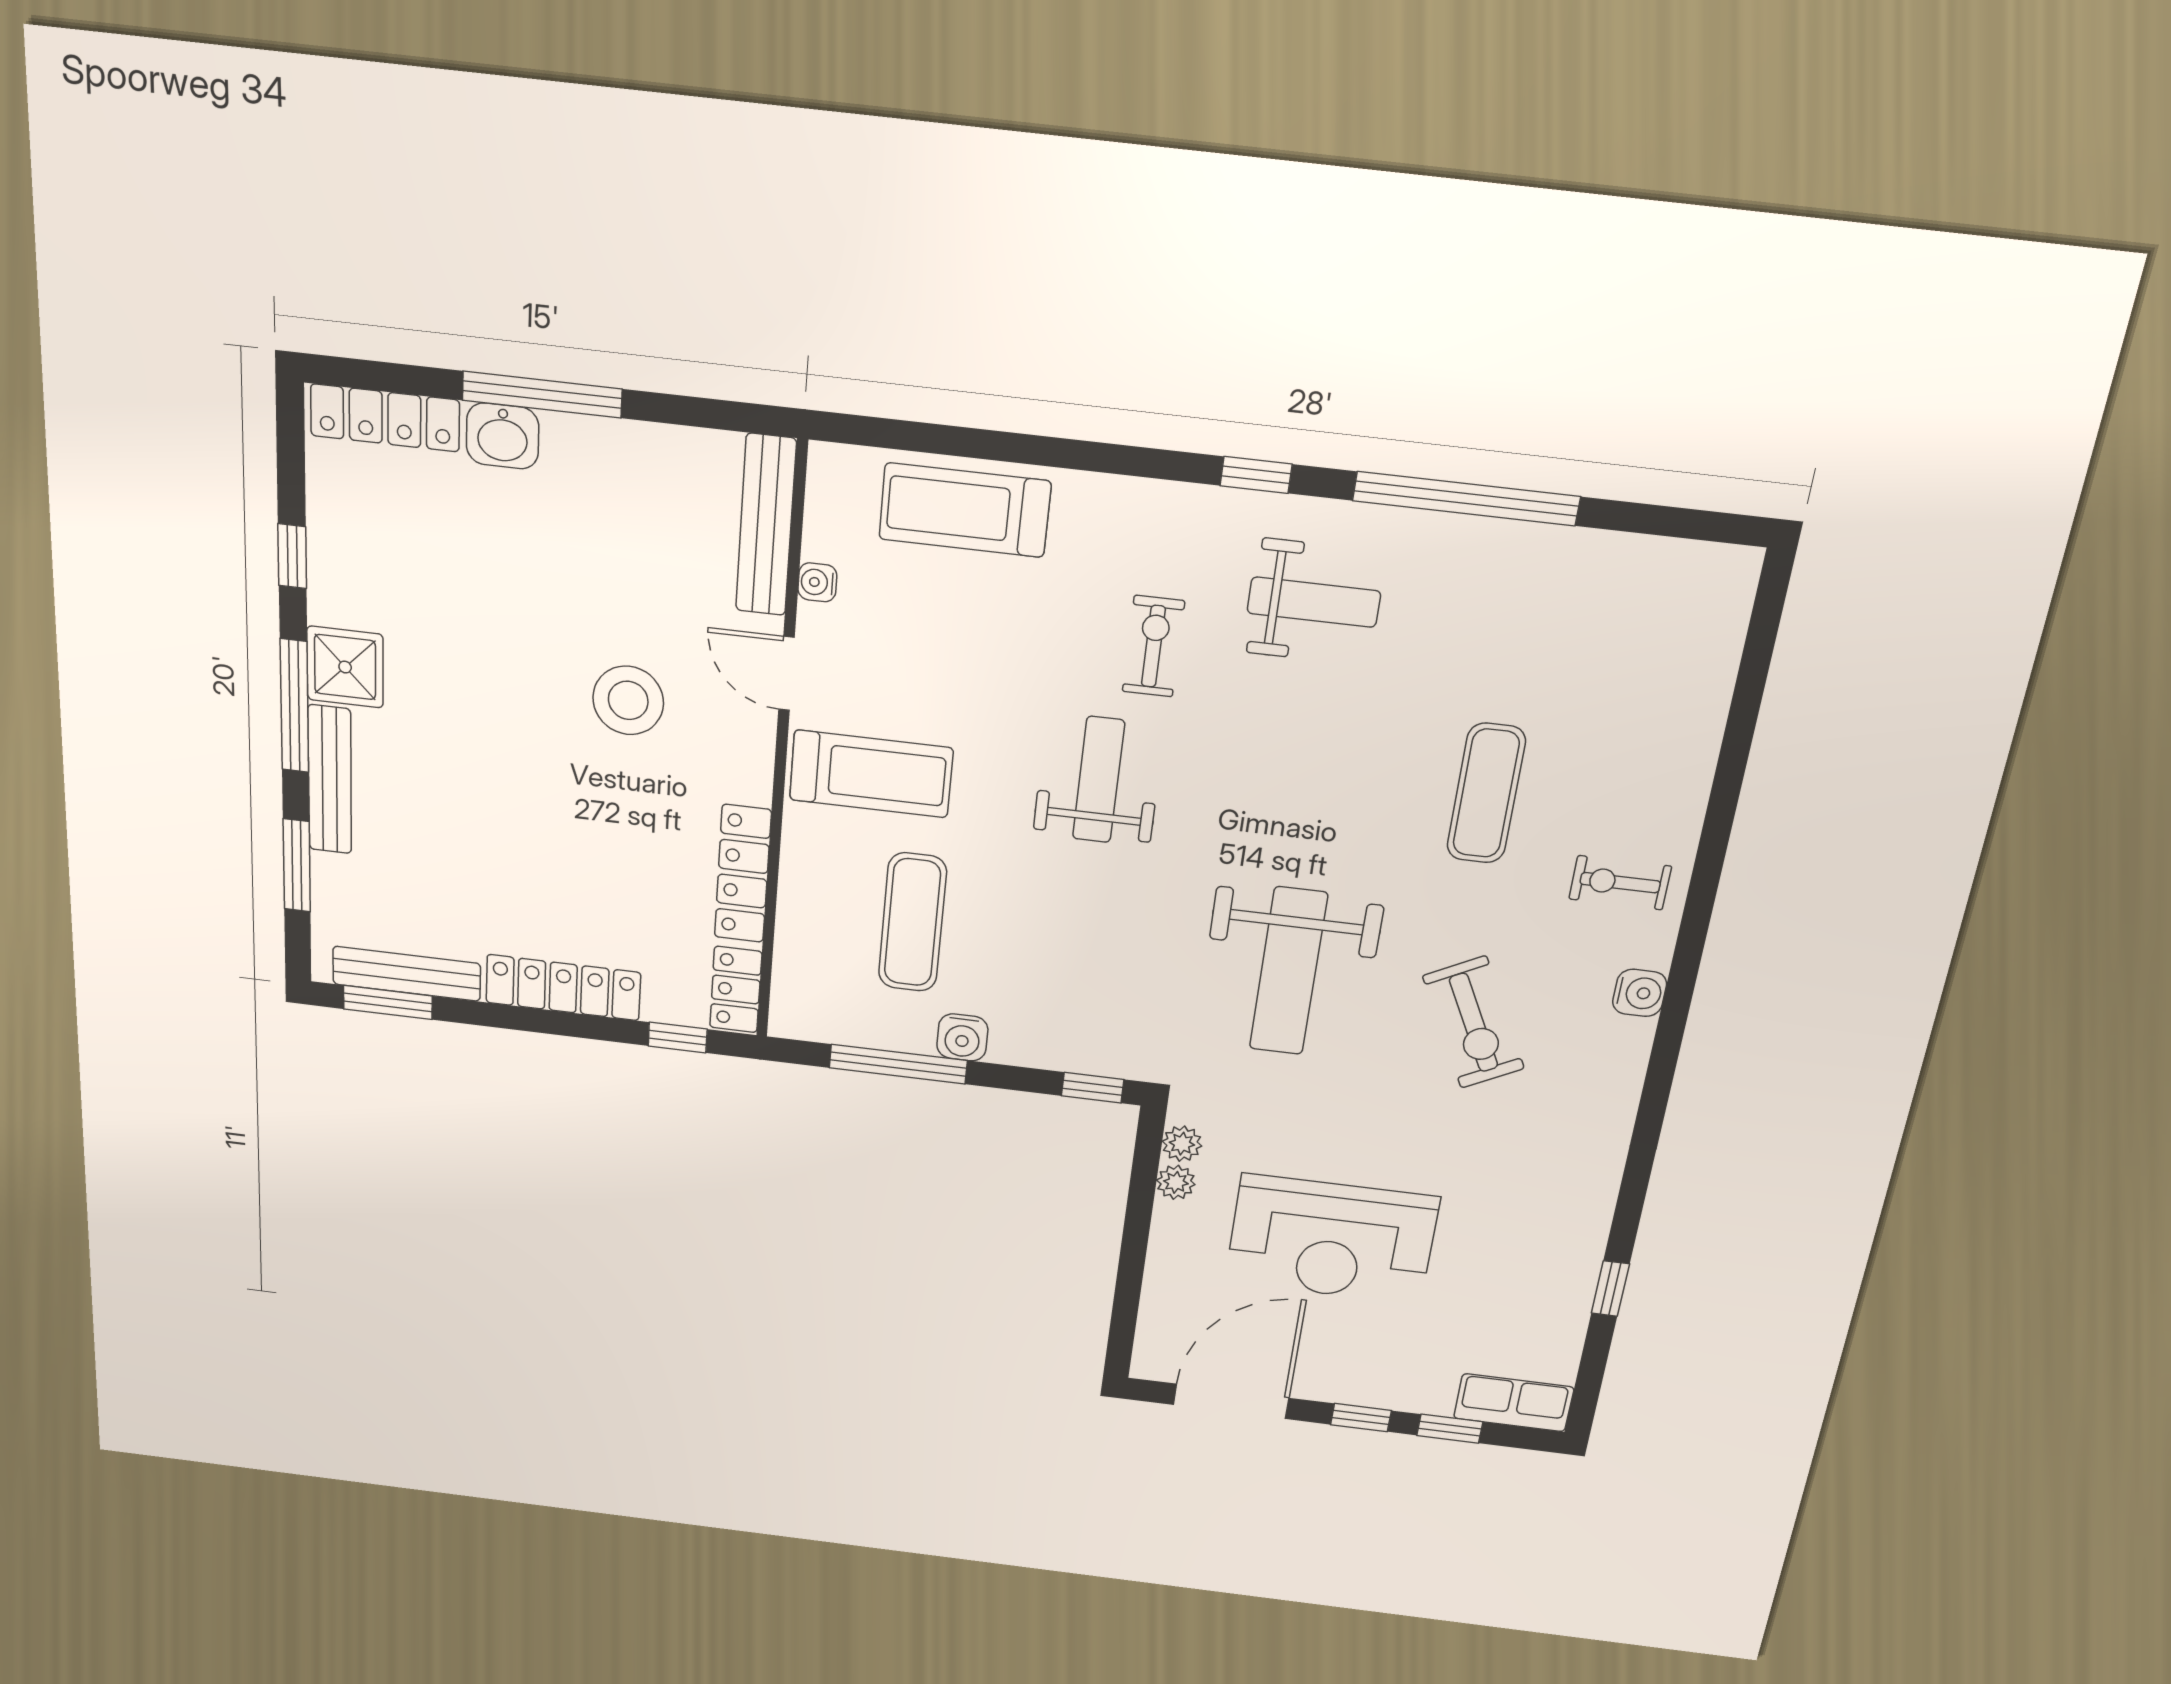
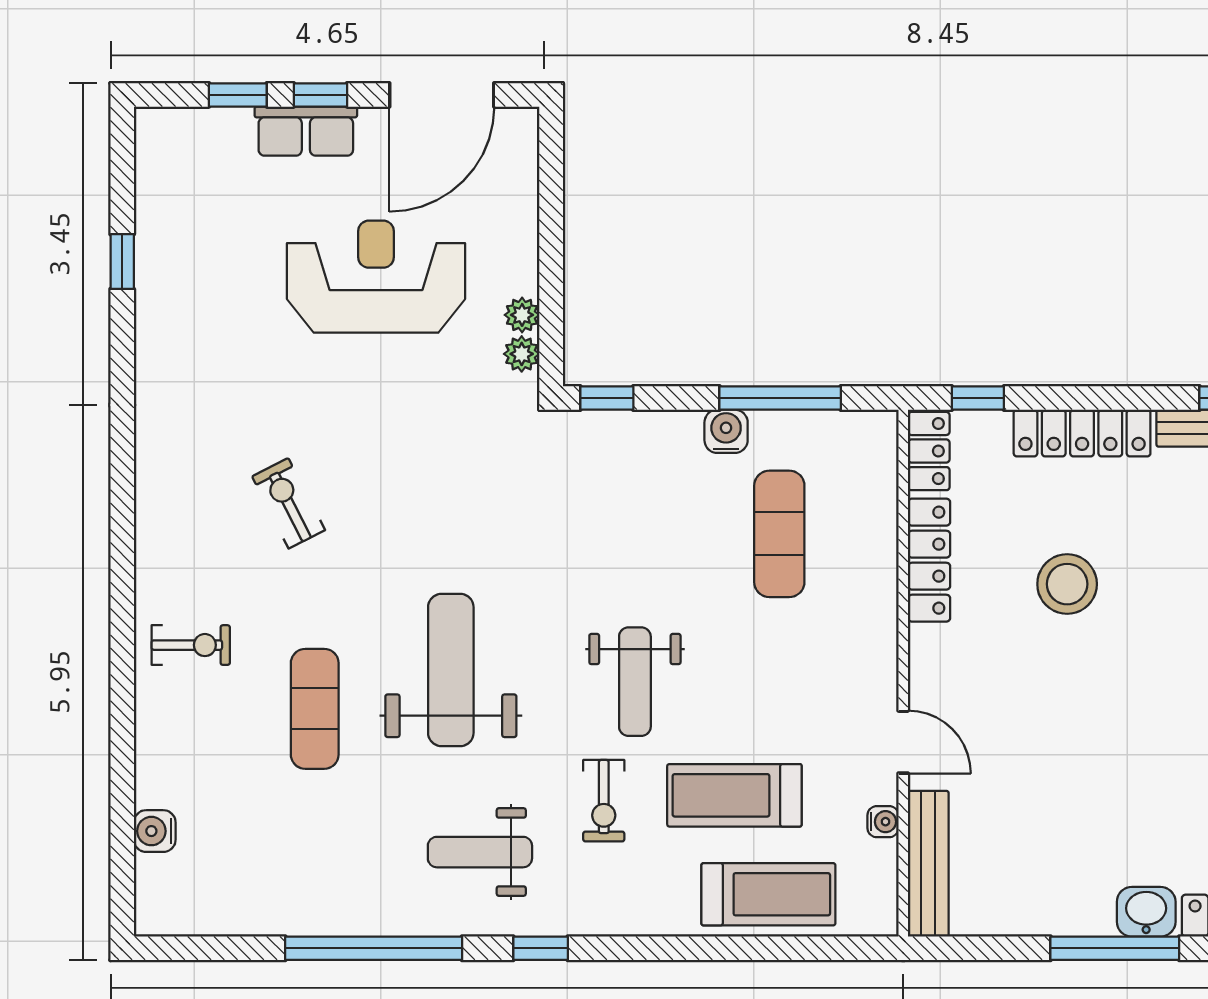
stool: (628, 700) -> (1067, 584), moved
treadmill: (871, 774) -> (734, 795), moved
weight bench: (1288, 971) -> (451, 670), moved
water cooler: (1640, 993) -> (155, 831), moved
exercise bike: (1474, 1022) -> (288, 503), width x0.73, depth x0.72
row of seats: (1514, 1403) -> (306, 131), moved

